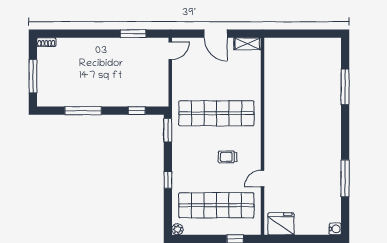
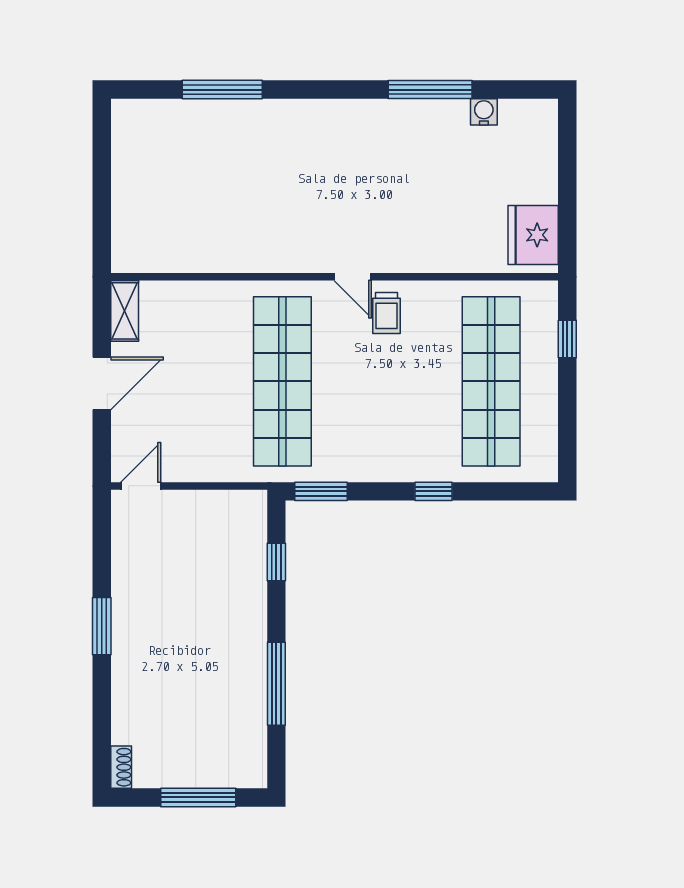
window: (133, 34) -> (102, 626), moved
door: (170, 51) -> (141, 486), hinge flipped
trolley: (228, 157) -> (386, 313), moved
door: (262, 179) -> (353, 277), moved
plant: (177, 229) -> (546, 470), removed
water cooler: (335, 229) -> (484, 112), moved

